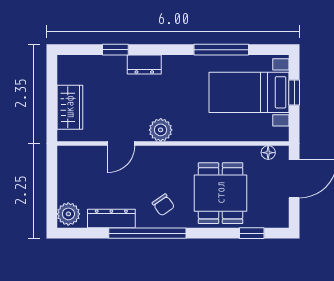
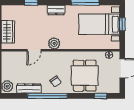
dresser: (144, 65) -> (56, 10), moved

